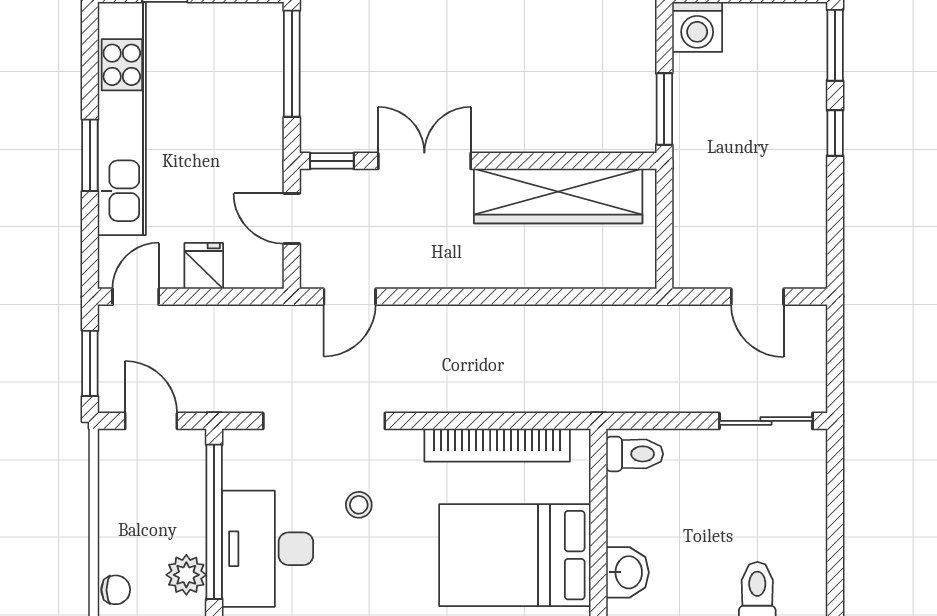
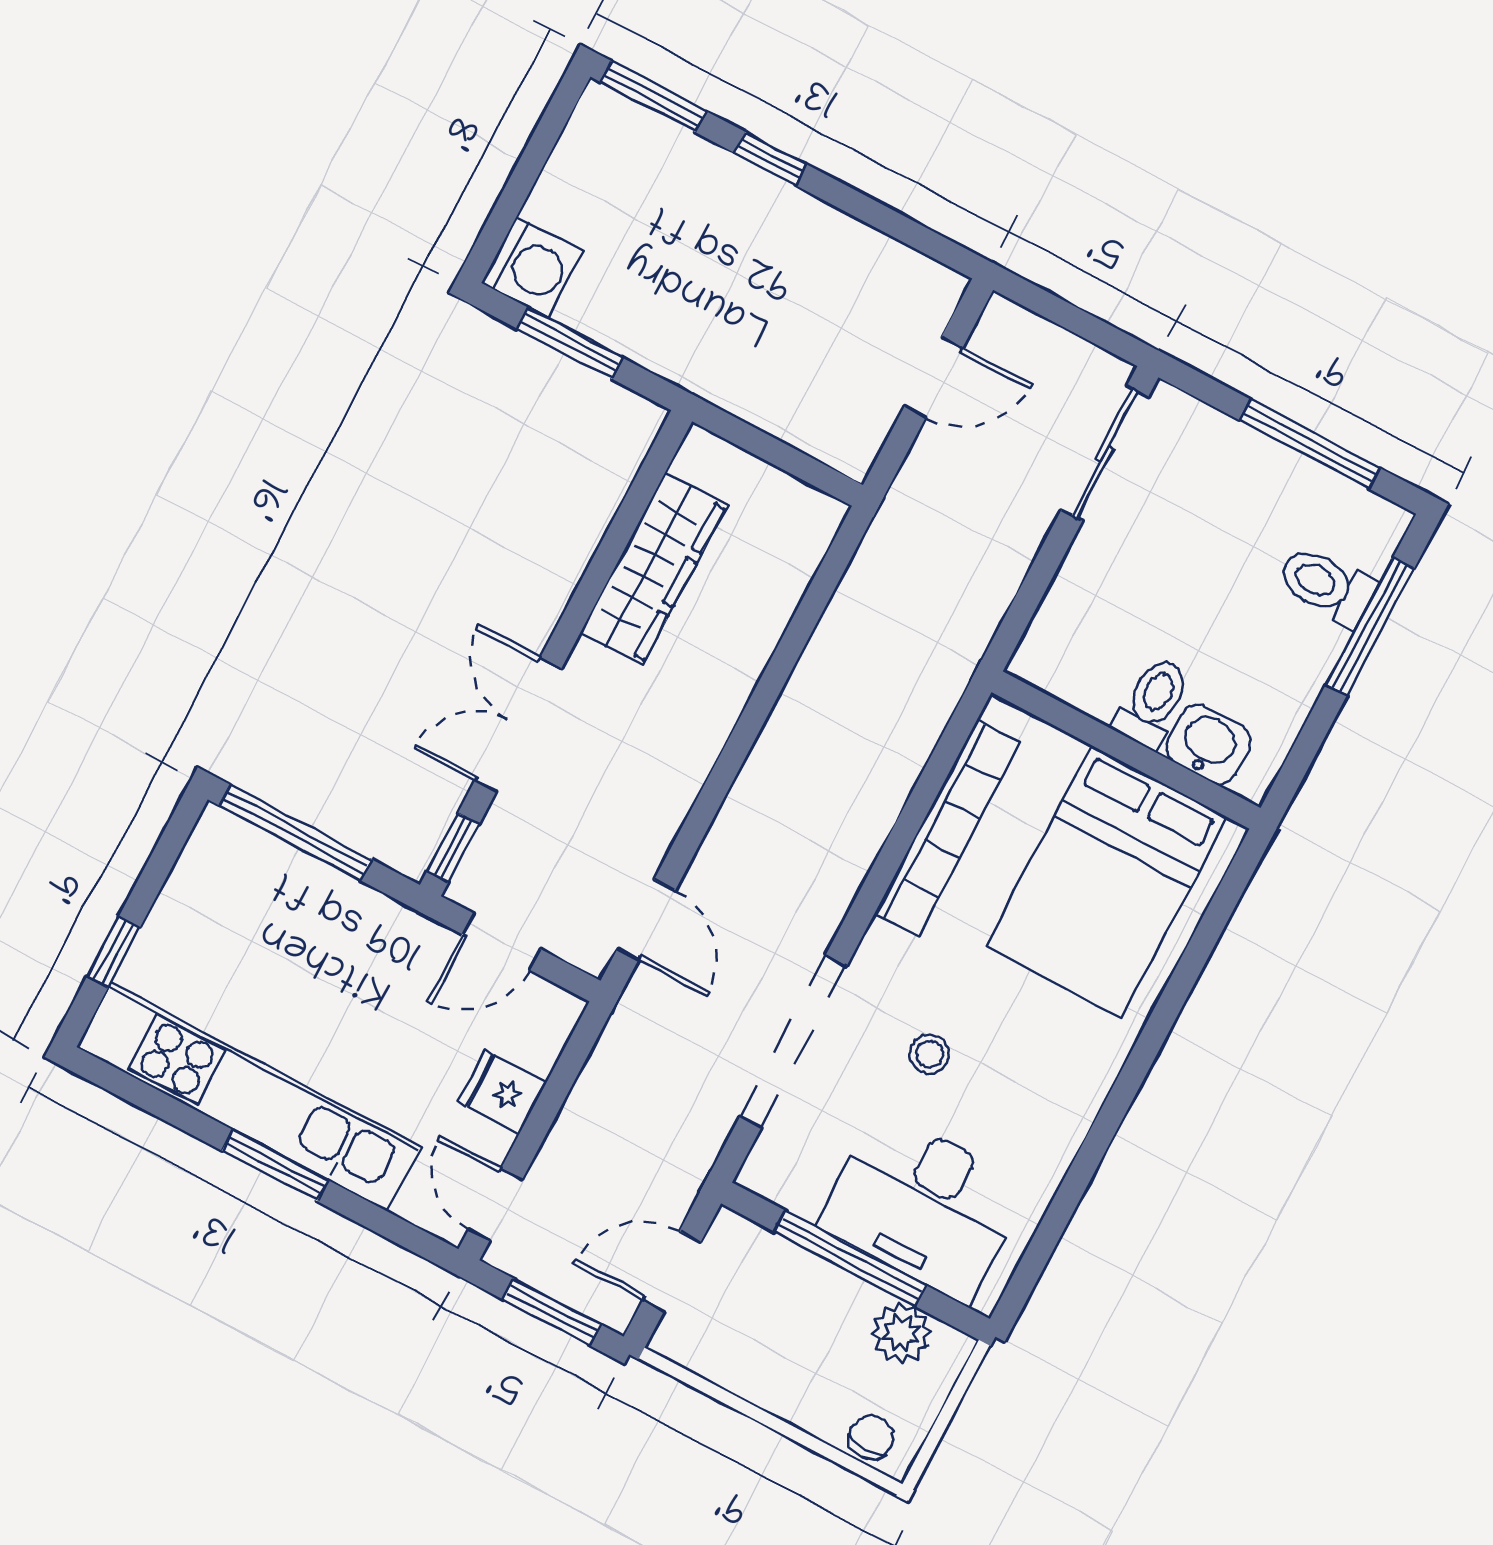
window: (664, 109) -> (570, 343), moved
wardrobe: (558, 196) -> (654, 568), width x0.71, depth x0.85
toilet: (635, 454) -> (1153, 702), moved
window: (214, 522) -> (850, 1258), width x0.68
window: (835, 538) -> (1310, 444), added

